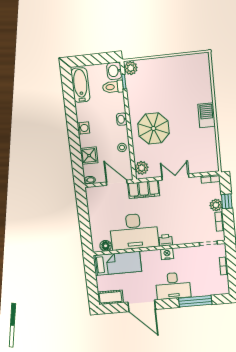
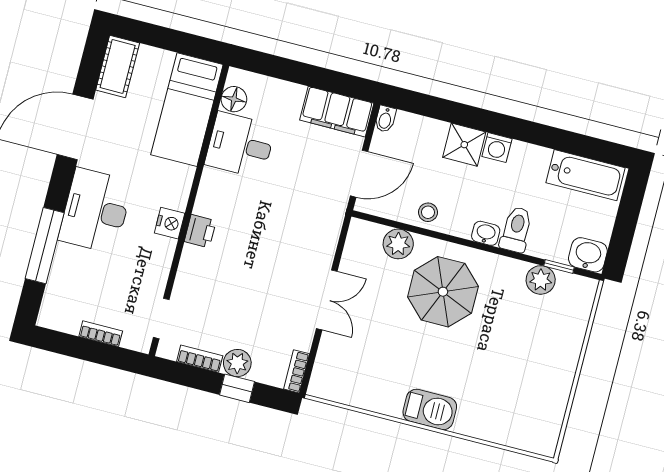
plant: (131, 68) -> (541, 280), moved
toilet: (113, 87) -> (516, 229), moved
shower: (89, 156) -> (464, 145), moved
plant: (142, 168) -> (398, 244), moved
filing cabinet: (144, 189) -> (337, 112), moved, turned -90
desk: (134, 232) -> (240, 145), width x0.53, depth x0.77

